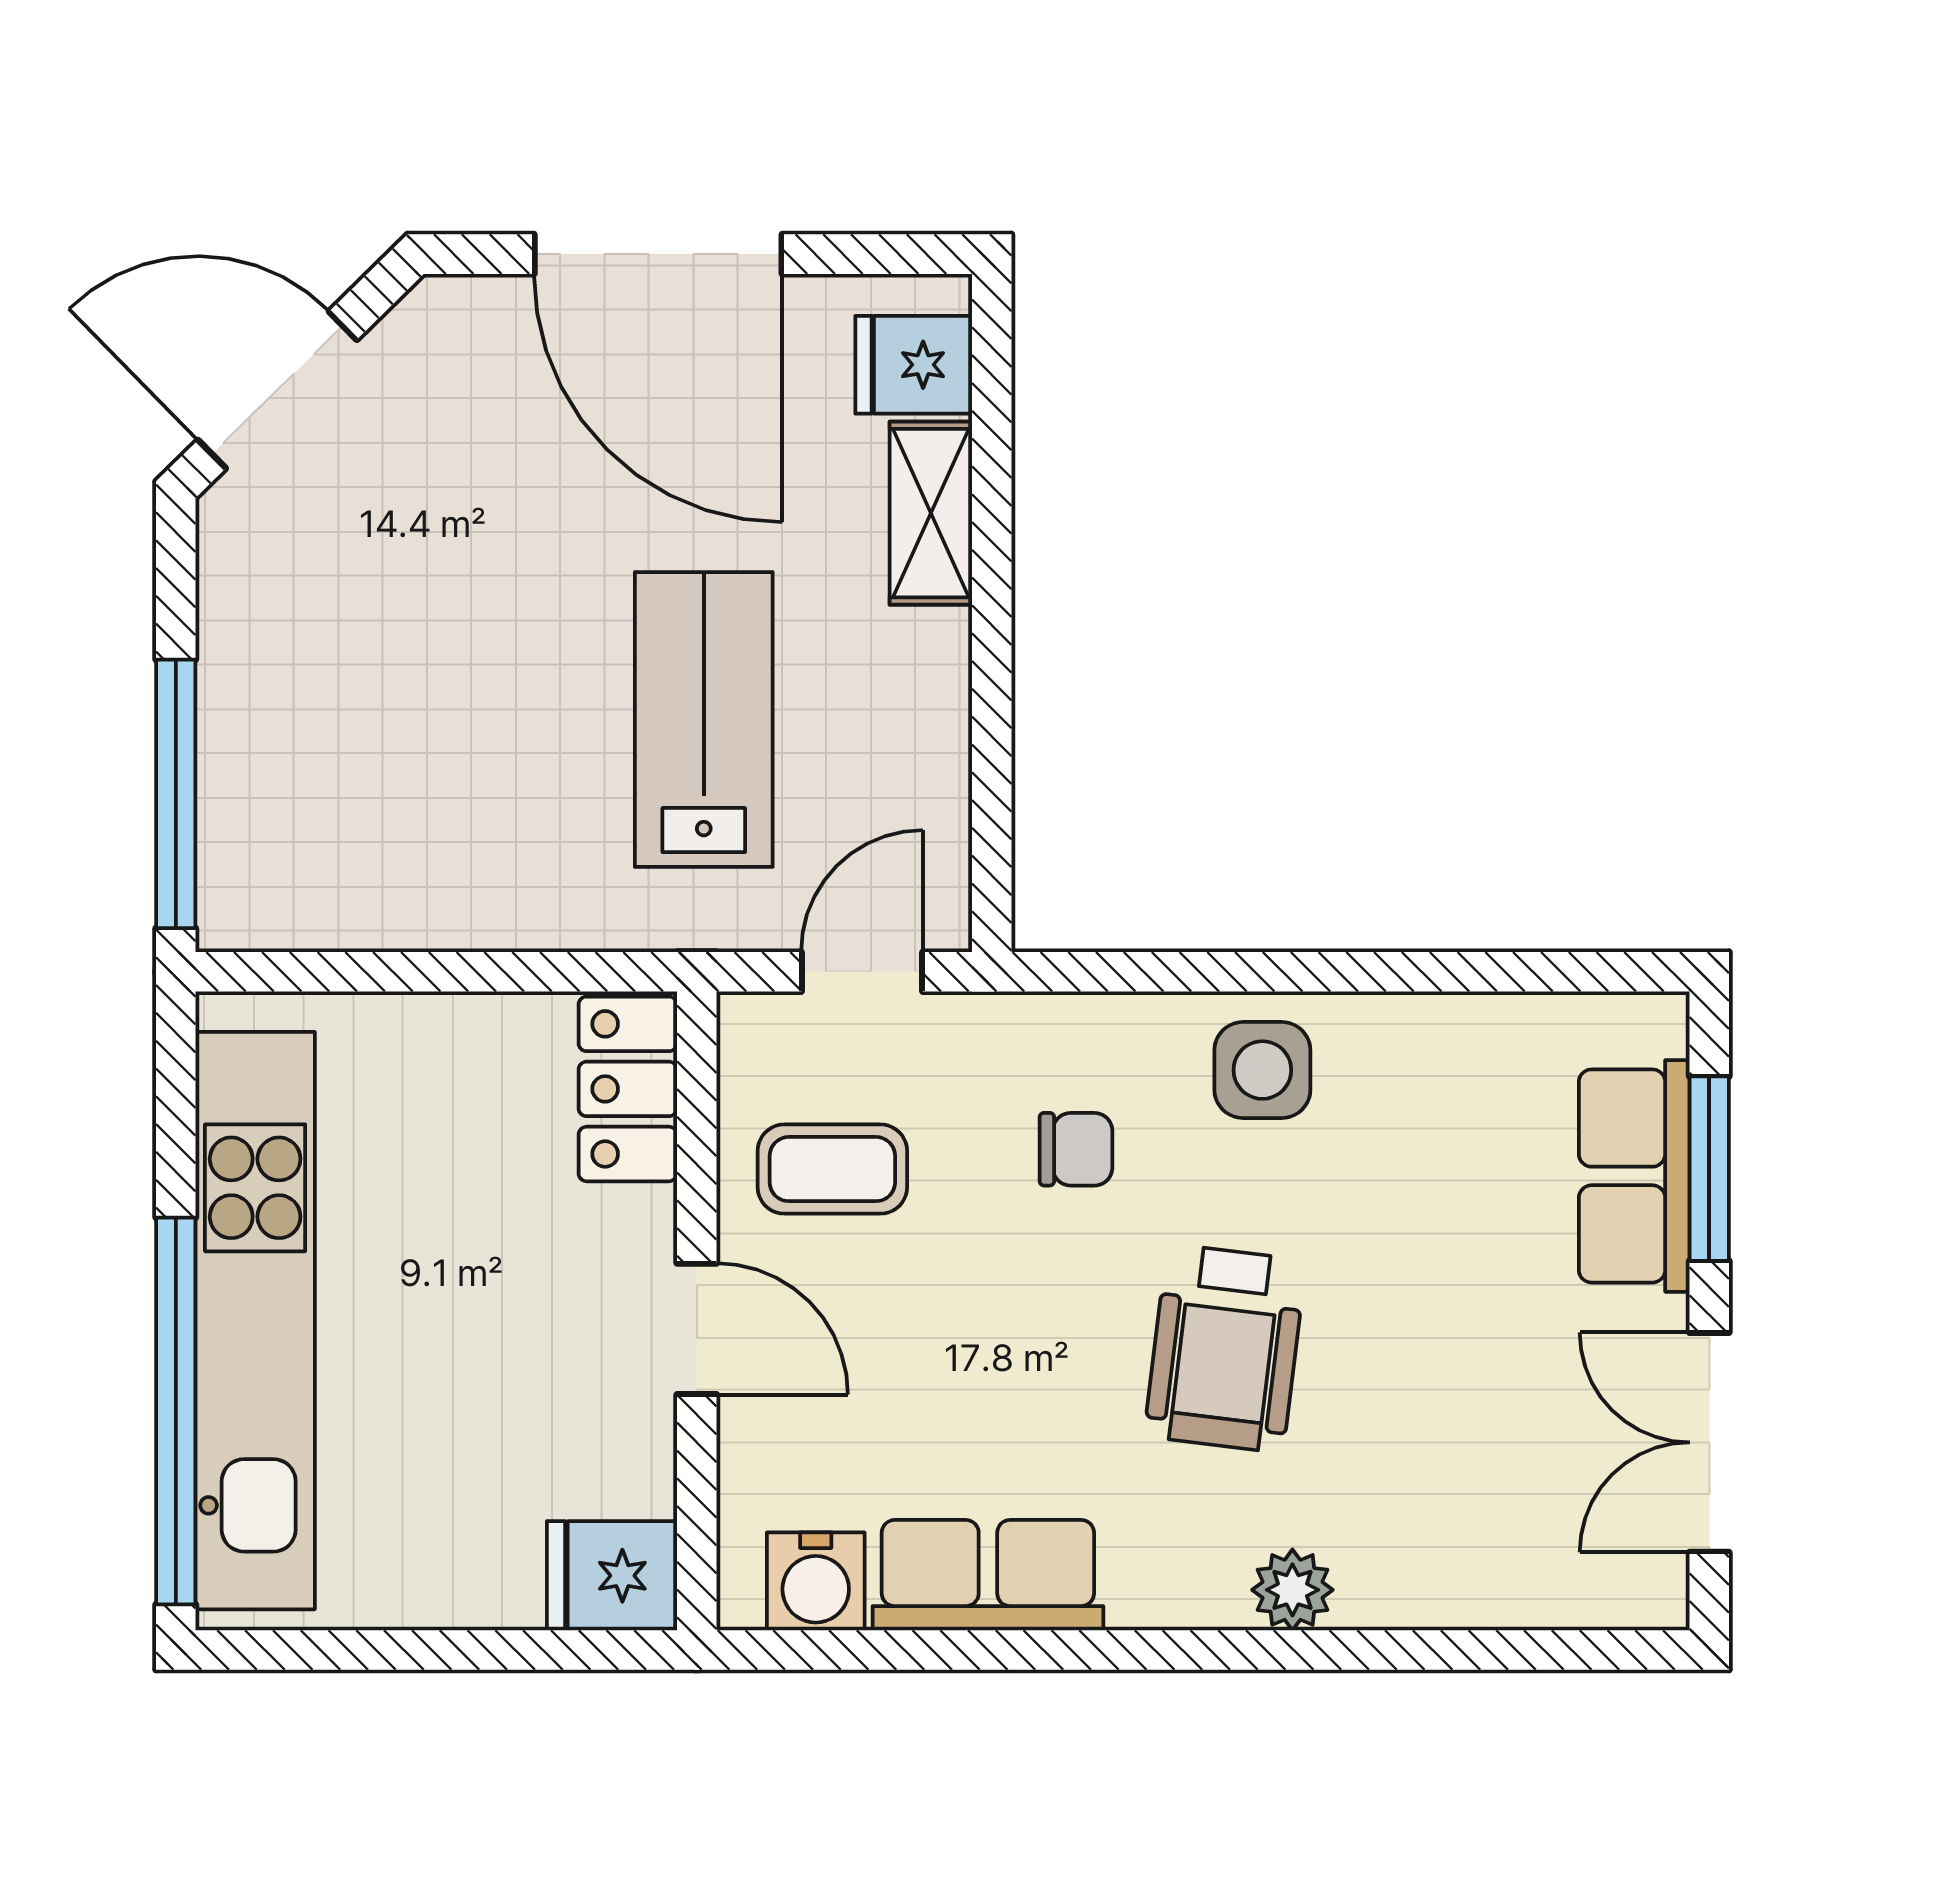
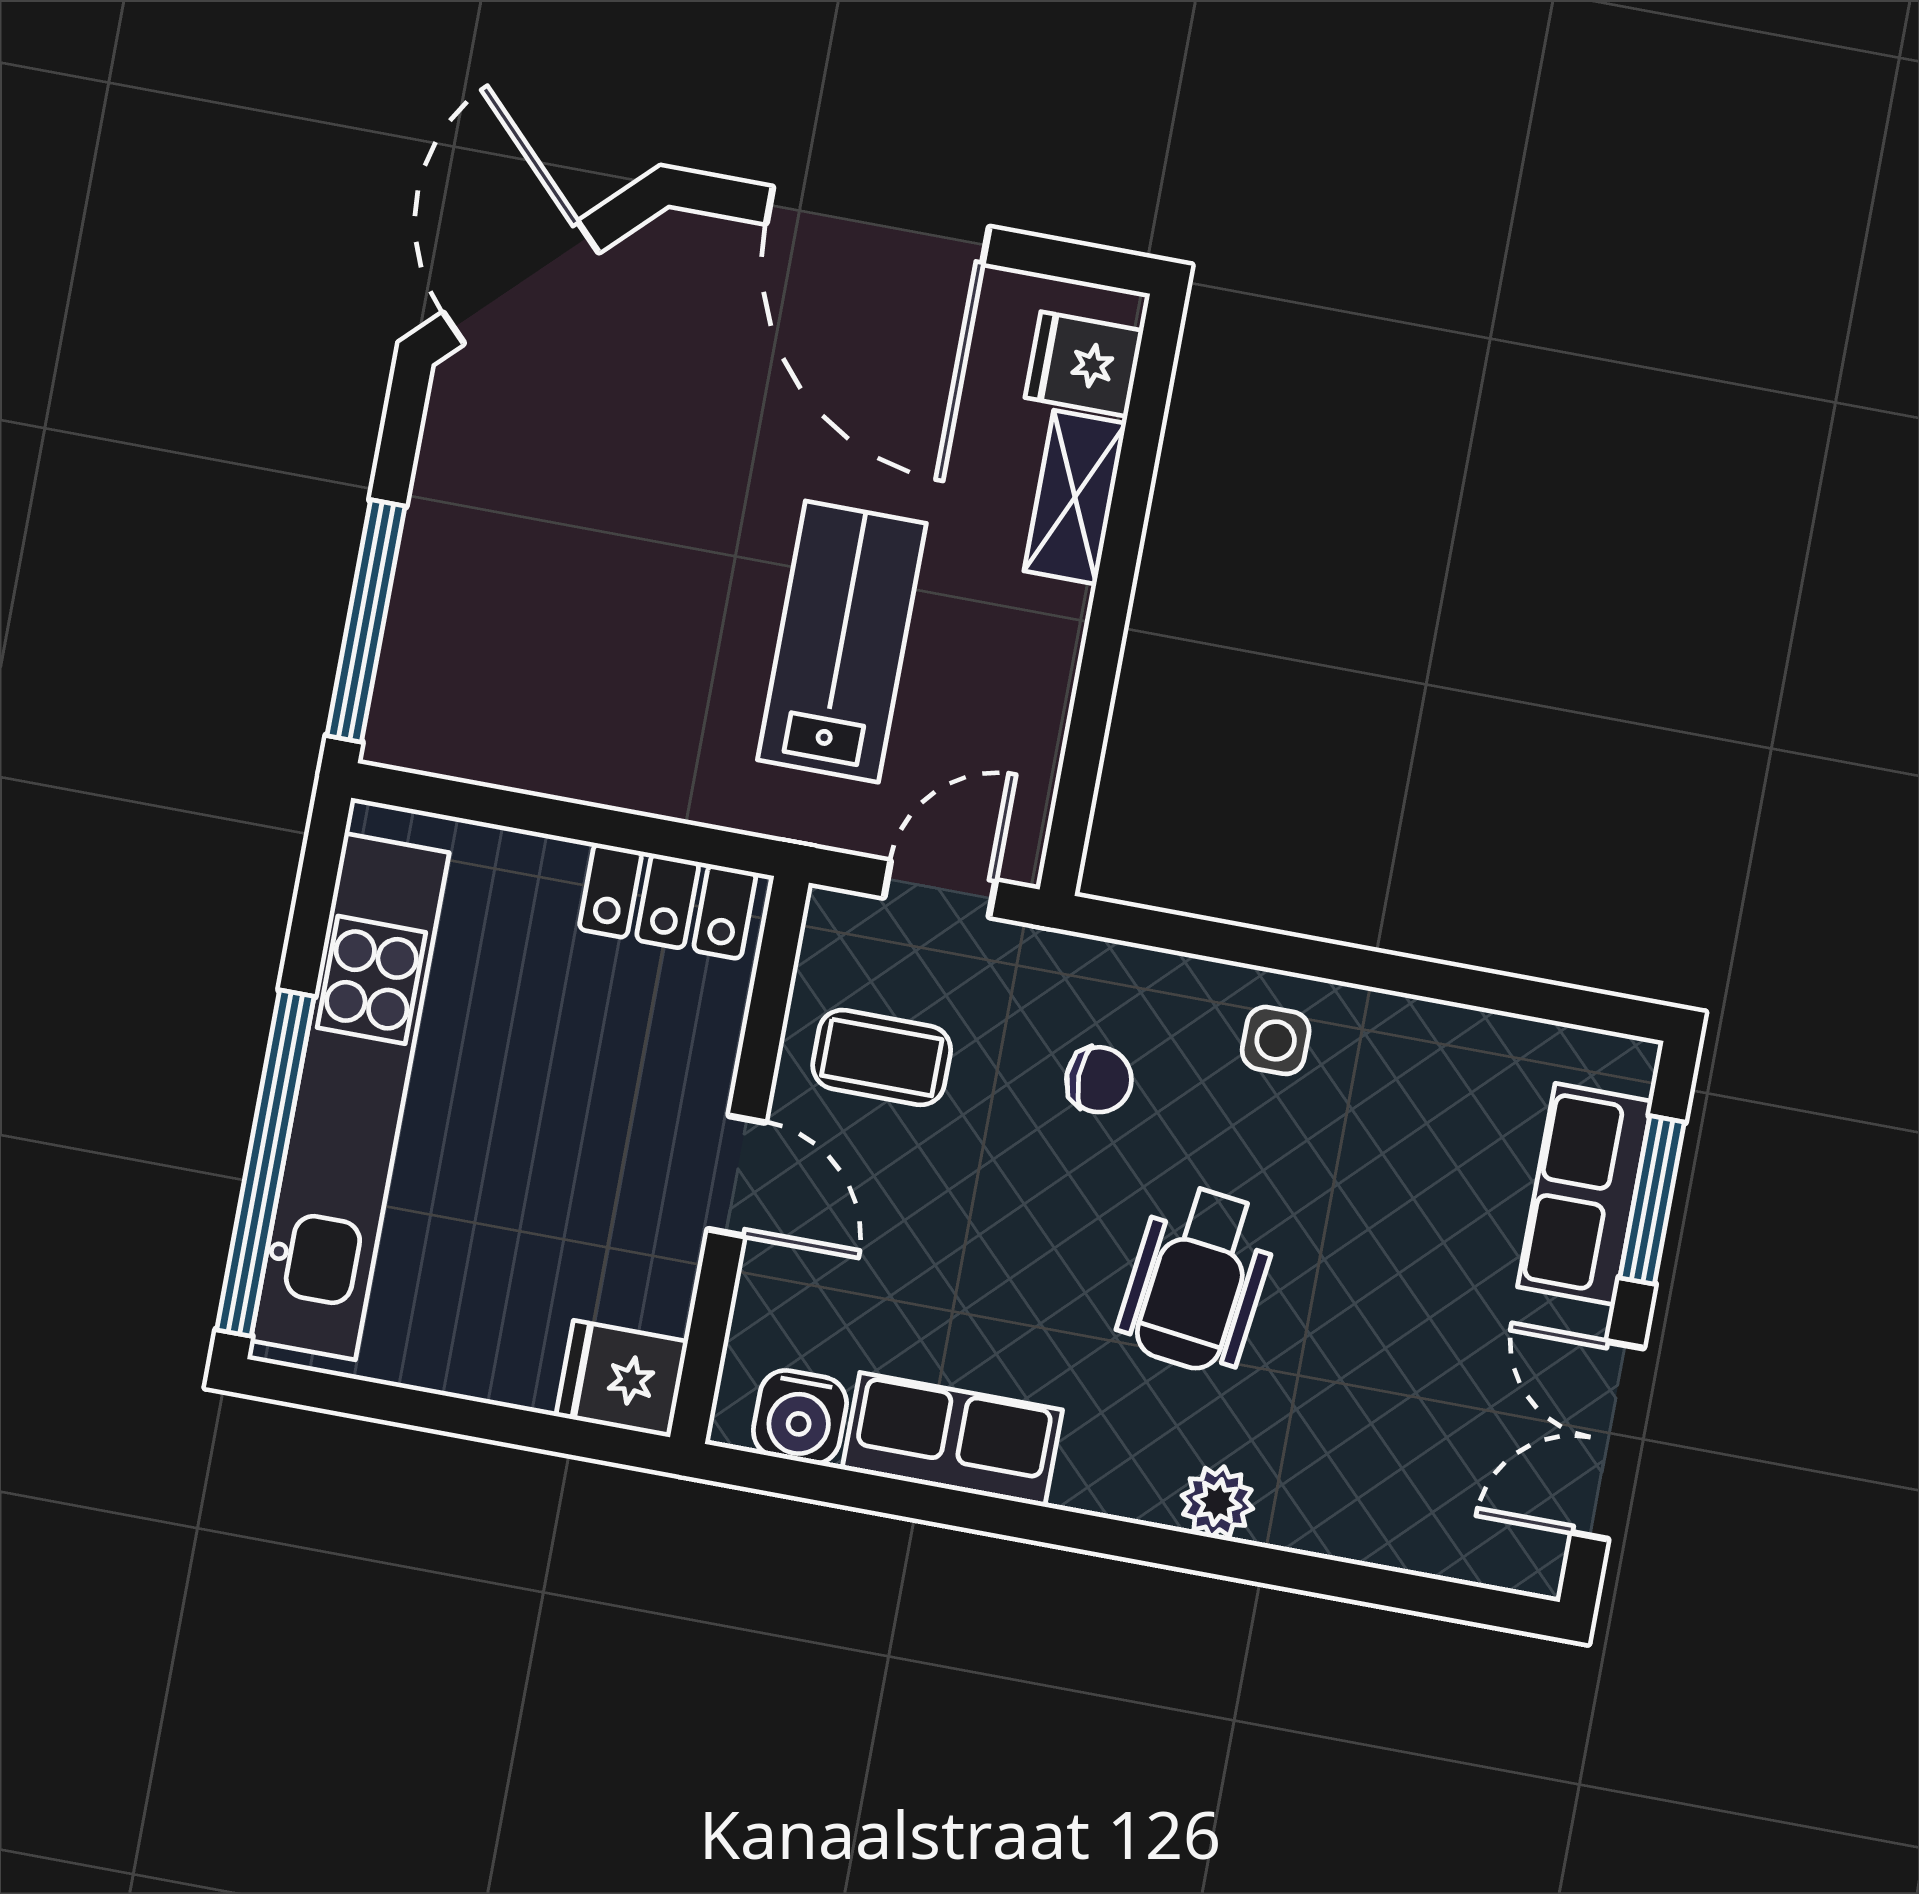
door: (277, 390) -> (521, 282), hinge flipped
side table: (1262, 1070) -> (1276, 1040), width x0.73, depth x0.73
locker: (628, 1089) -> (668, 901), moved, turned -90

